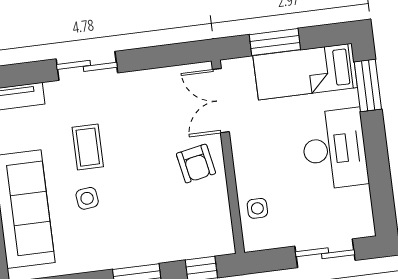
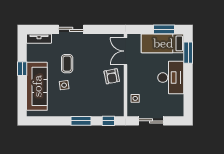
window: (275, 42) -> (164, 29), moved
sliding door: (325, 253) -> (151, 121), moved

